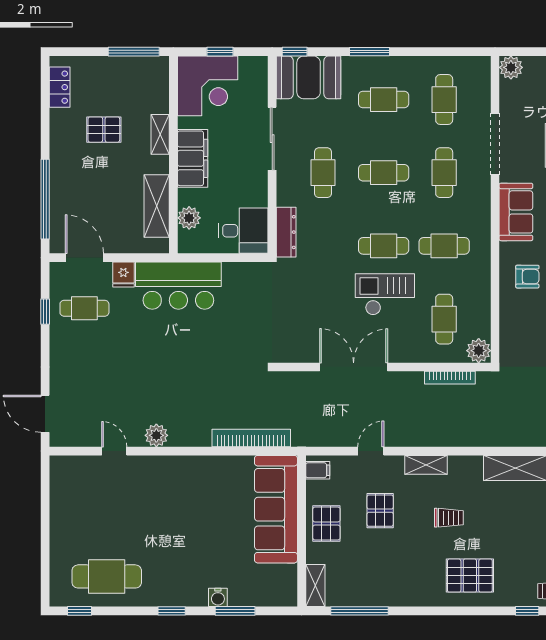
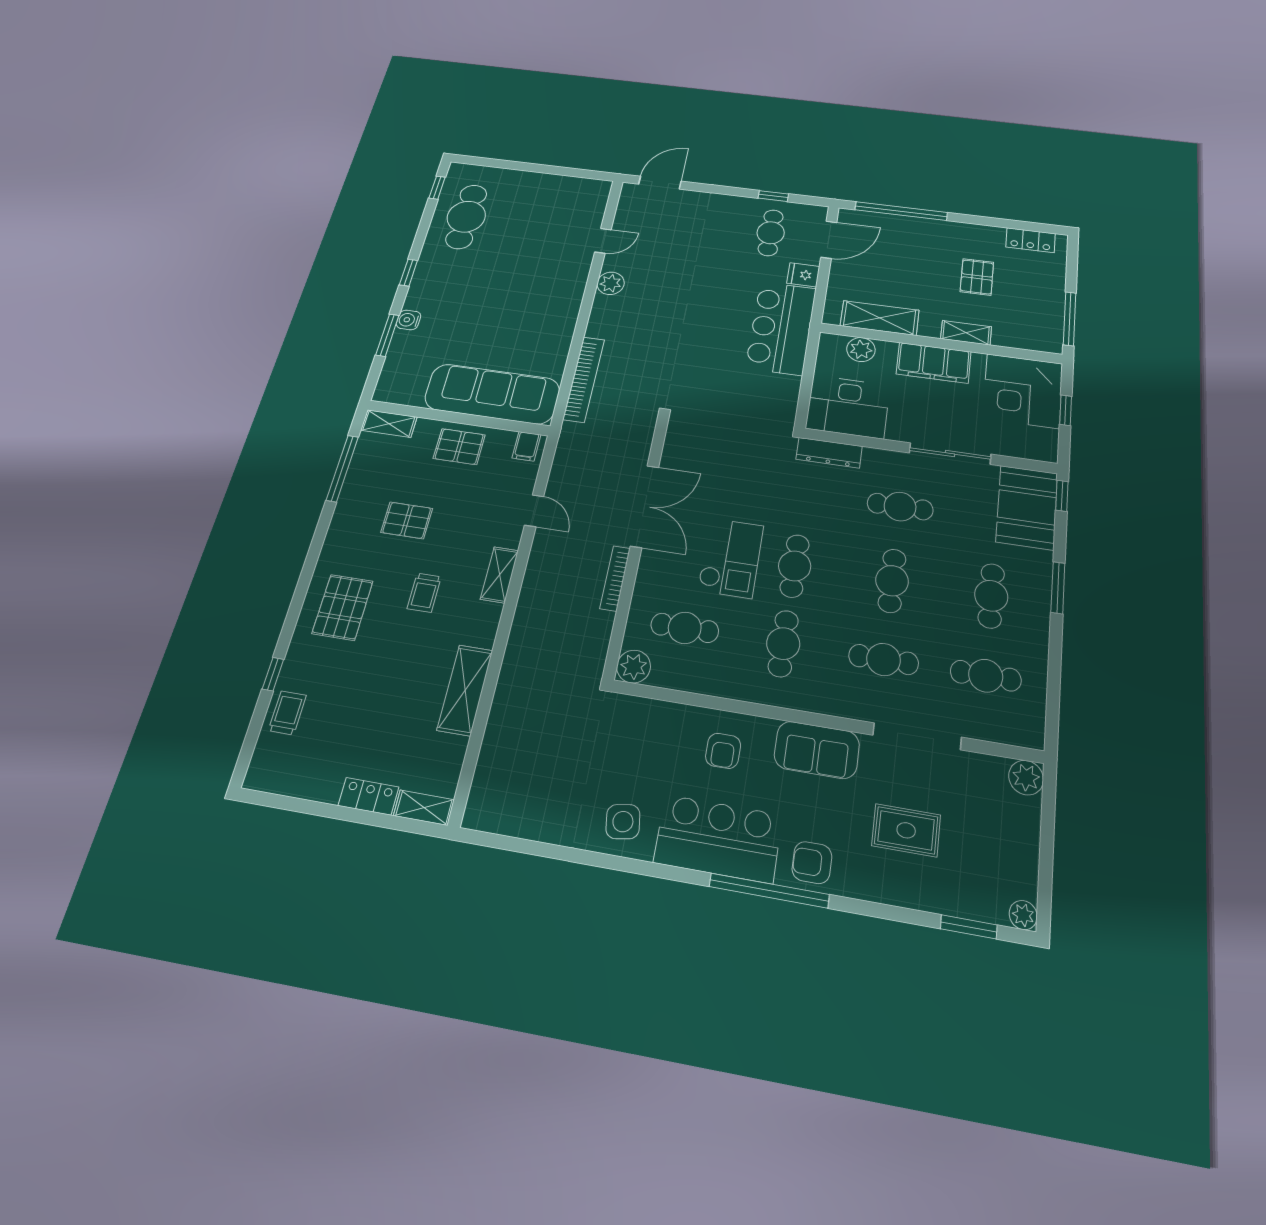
desk: (243, 231) -> (848, 407), width x1.37
bookcase: (450, 378) -> (615, 578), moved
pallet: (380, 511) -> (407, 520), moved

